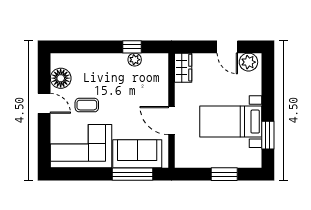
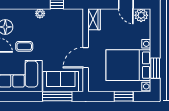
plant: (135, 60) -> (40, 13), moved
door: (172, 121) -> (86, 58), hinge flipped
bed with nightstands: (231, 122) -> (128, 65), width x1.36

